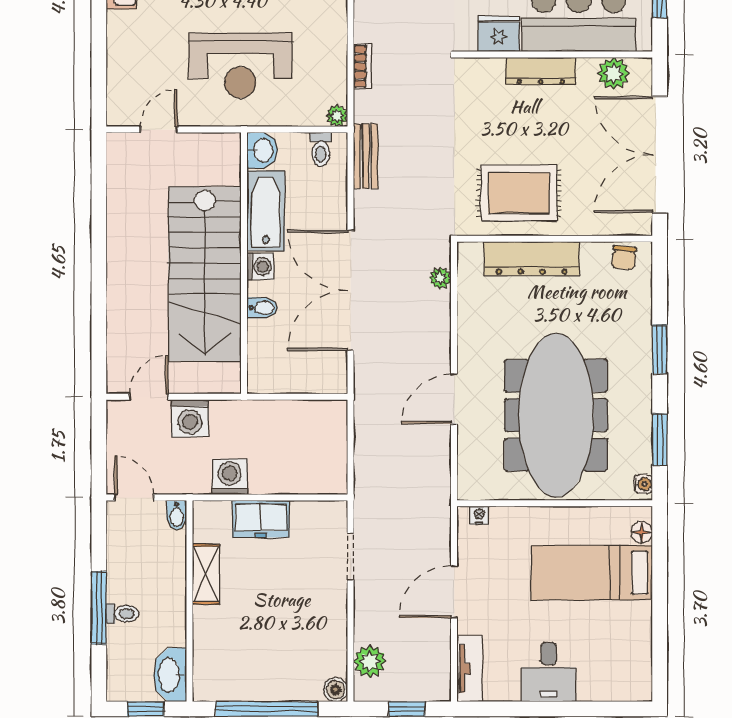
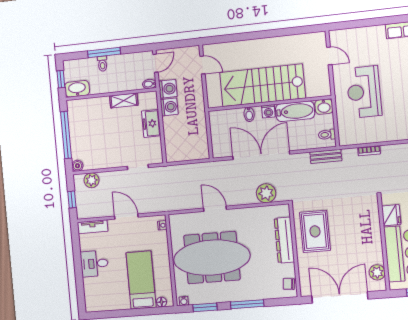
dresser: (541, 71) -> (375, 237), removed
plant: (337, 116) -> (344, 141), removed
plant: (440, 278) -> (266, 193), width x1.88, depth x1.88
window: (660, 349) -> (247, 304), width x1.44
washing machine: (190, 418) -> (168, 89), moved, turned 180

